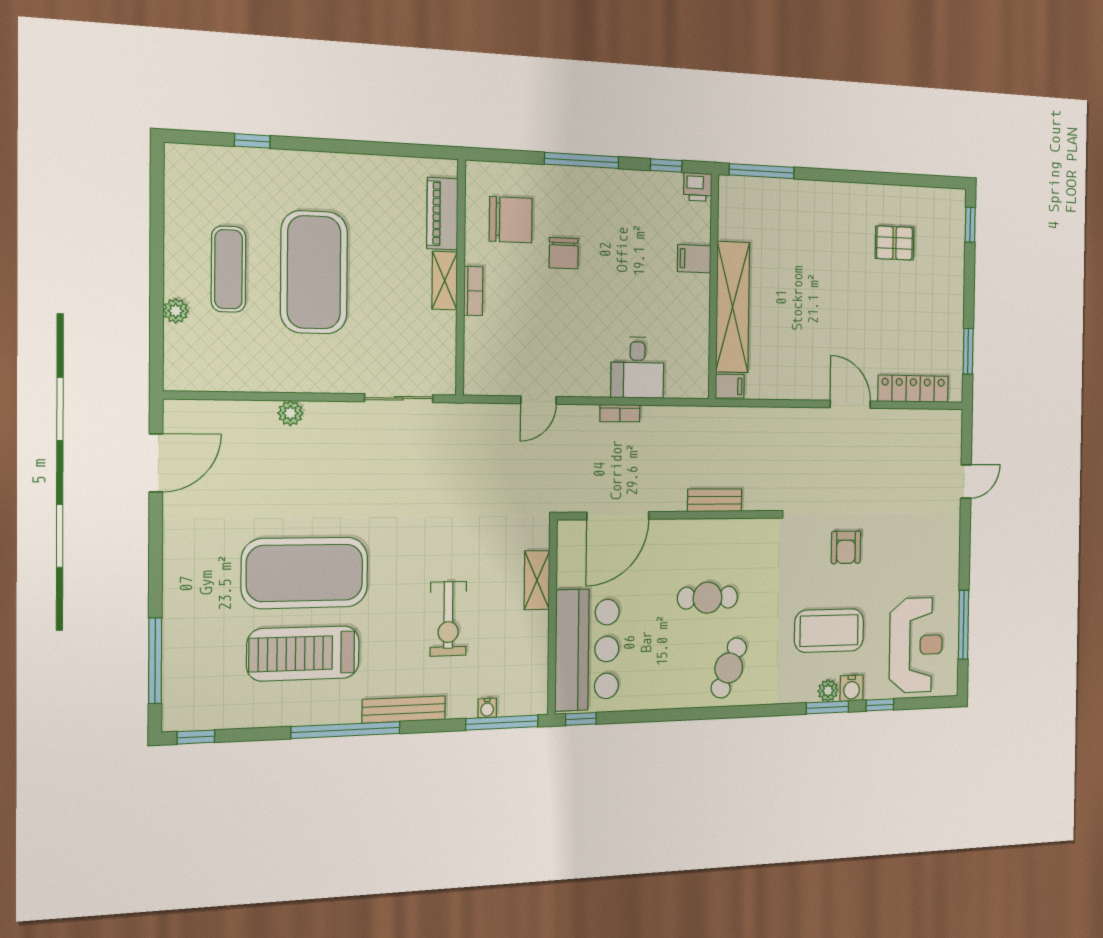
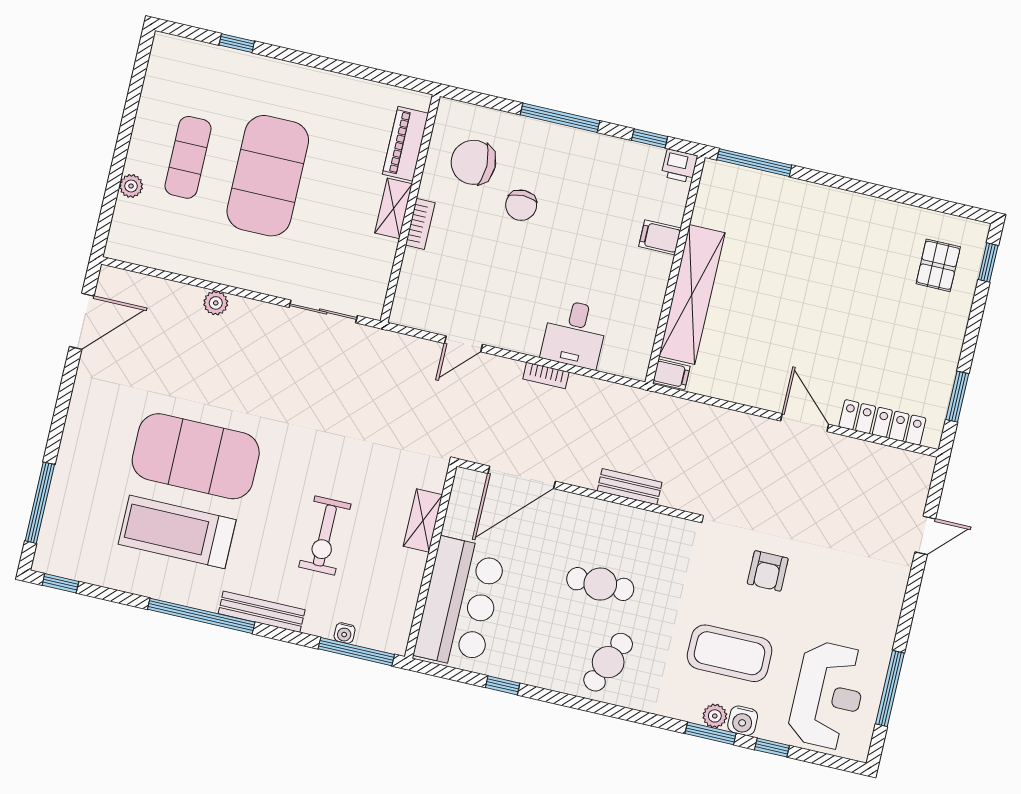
chair: (511, 220) -> (473, 162), turned 180
pallet: (895, 243) -> (938, 265), moved, turned 90
window: (581, 719) -> (503, 685), moved

